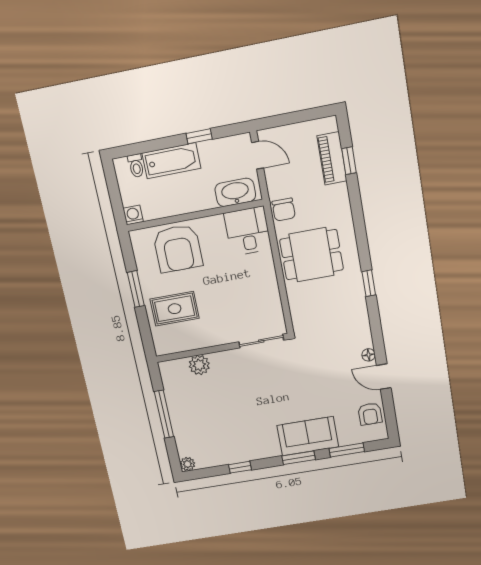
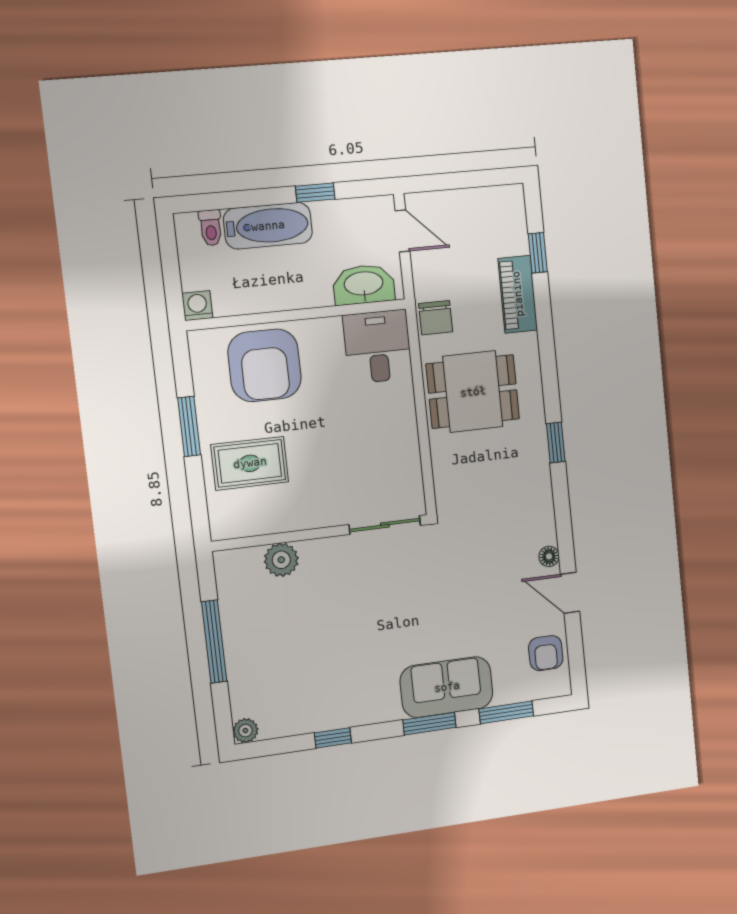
piano: (332, 158) -> (518, 294), moved

